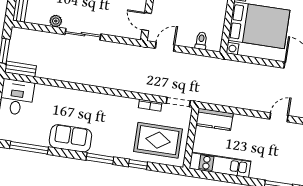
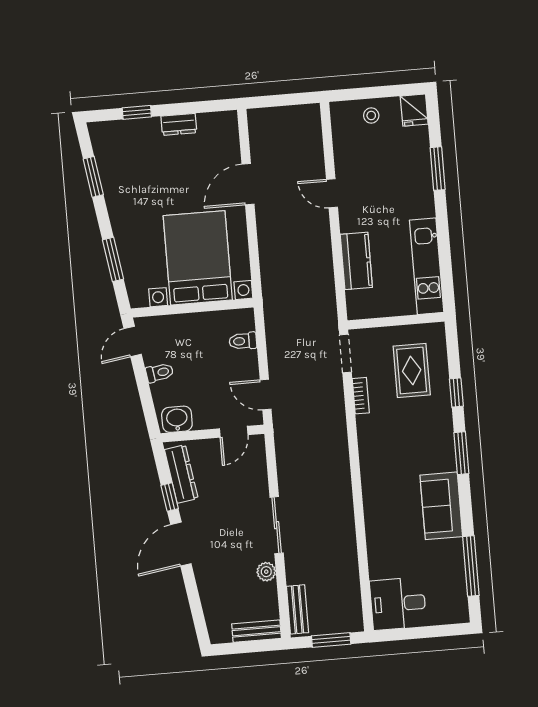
bench: (20, 69) -> (297, 609), moved
kitchen counter: (214, 119) -> (356, 261), moved
rug: (158, 140) -> (412, 370), width x0.73, depth x0.70

